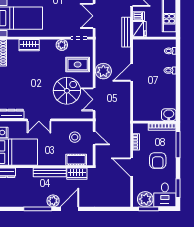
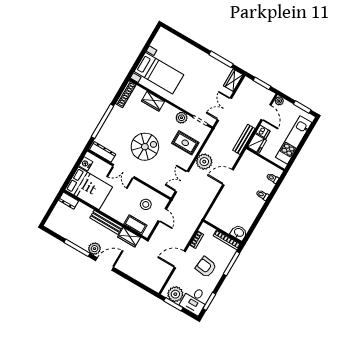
spiral stairs: (67, 91) -> (145, 147), moved
armchair: (158, 161) -> (206, 267), turned 97
door: (132, 167) -> (180, 259), hinge flipped

